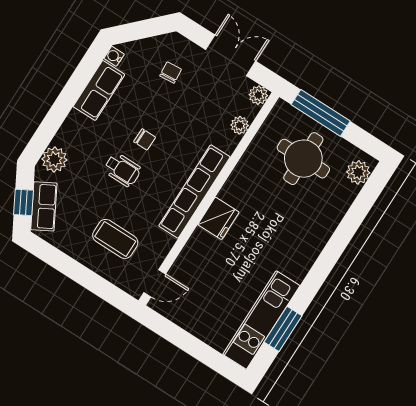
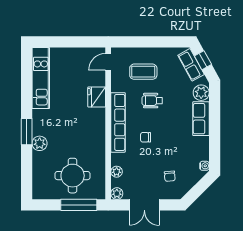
row of seats: (99, 90) -> (201, 119), moved
chair: (145, 139) -> (146, 137), moved
wheelchair: (122, 170) -> (152, 101), moved
plant: (358, 172) -> (40, 143), moved
fridge: (218, 218) -> (97, 97), moved
window: (283, 329) -> (27, 132), moved

